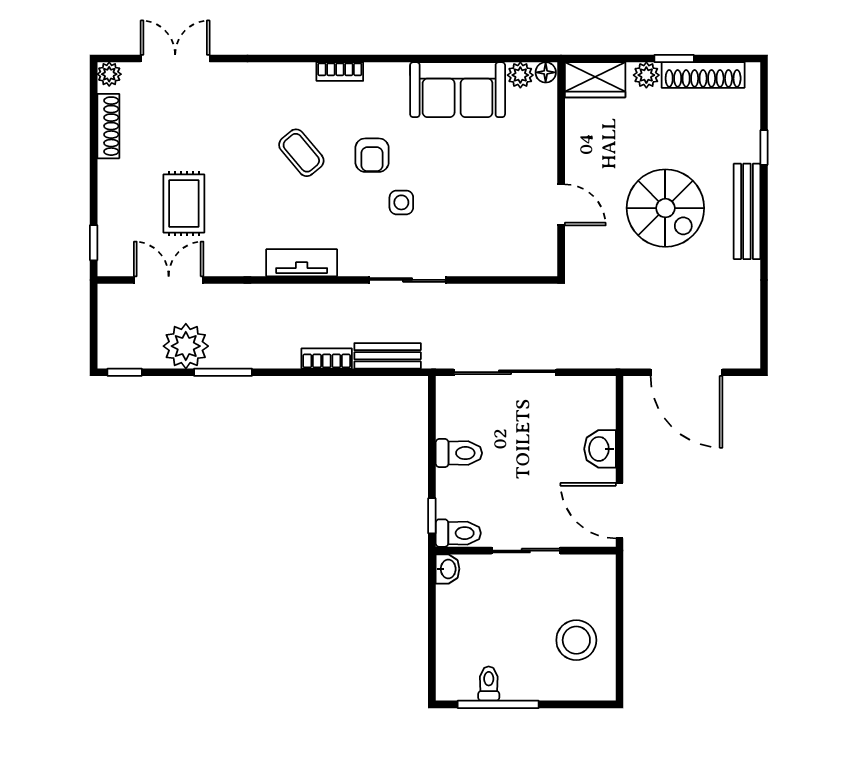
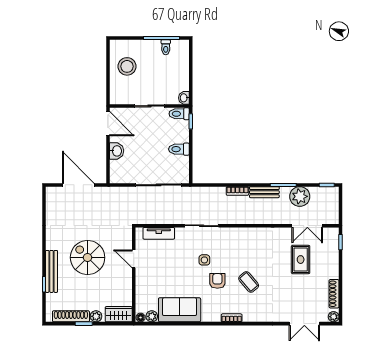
bench: (747, 211) -> (52, 271), moved
tv unit: (302, 263) -> (159, 233), moved
bench: (388, 356) -> (264, 192), moved

